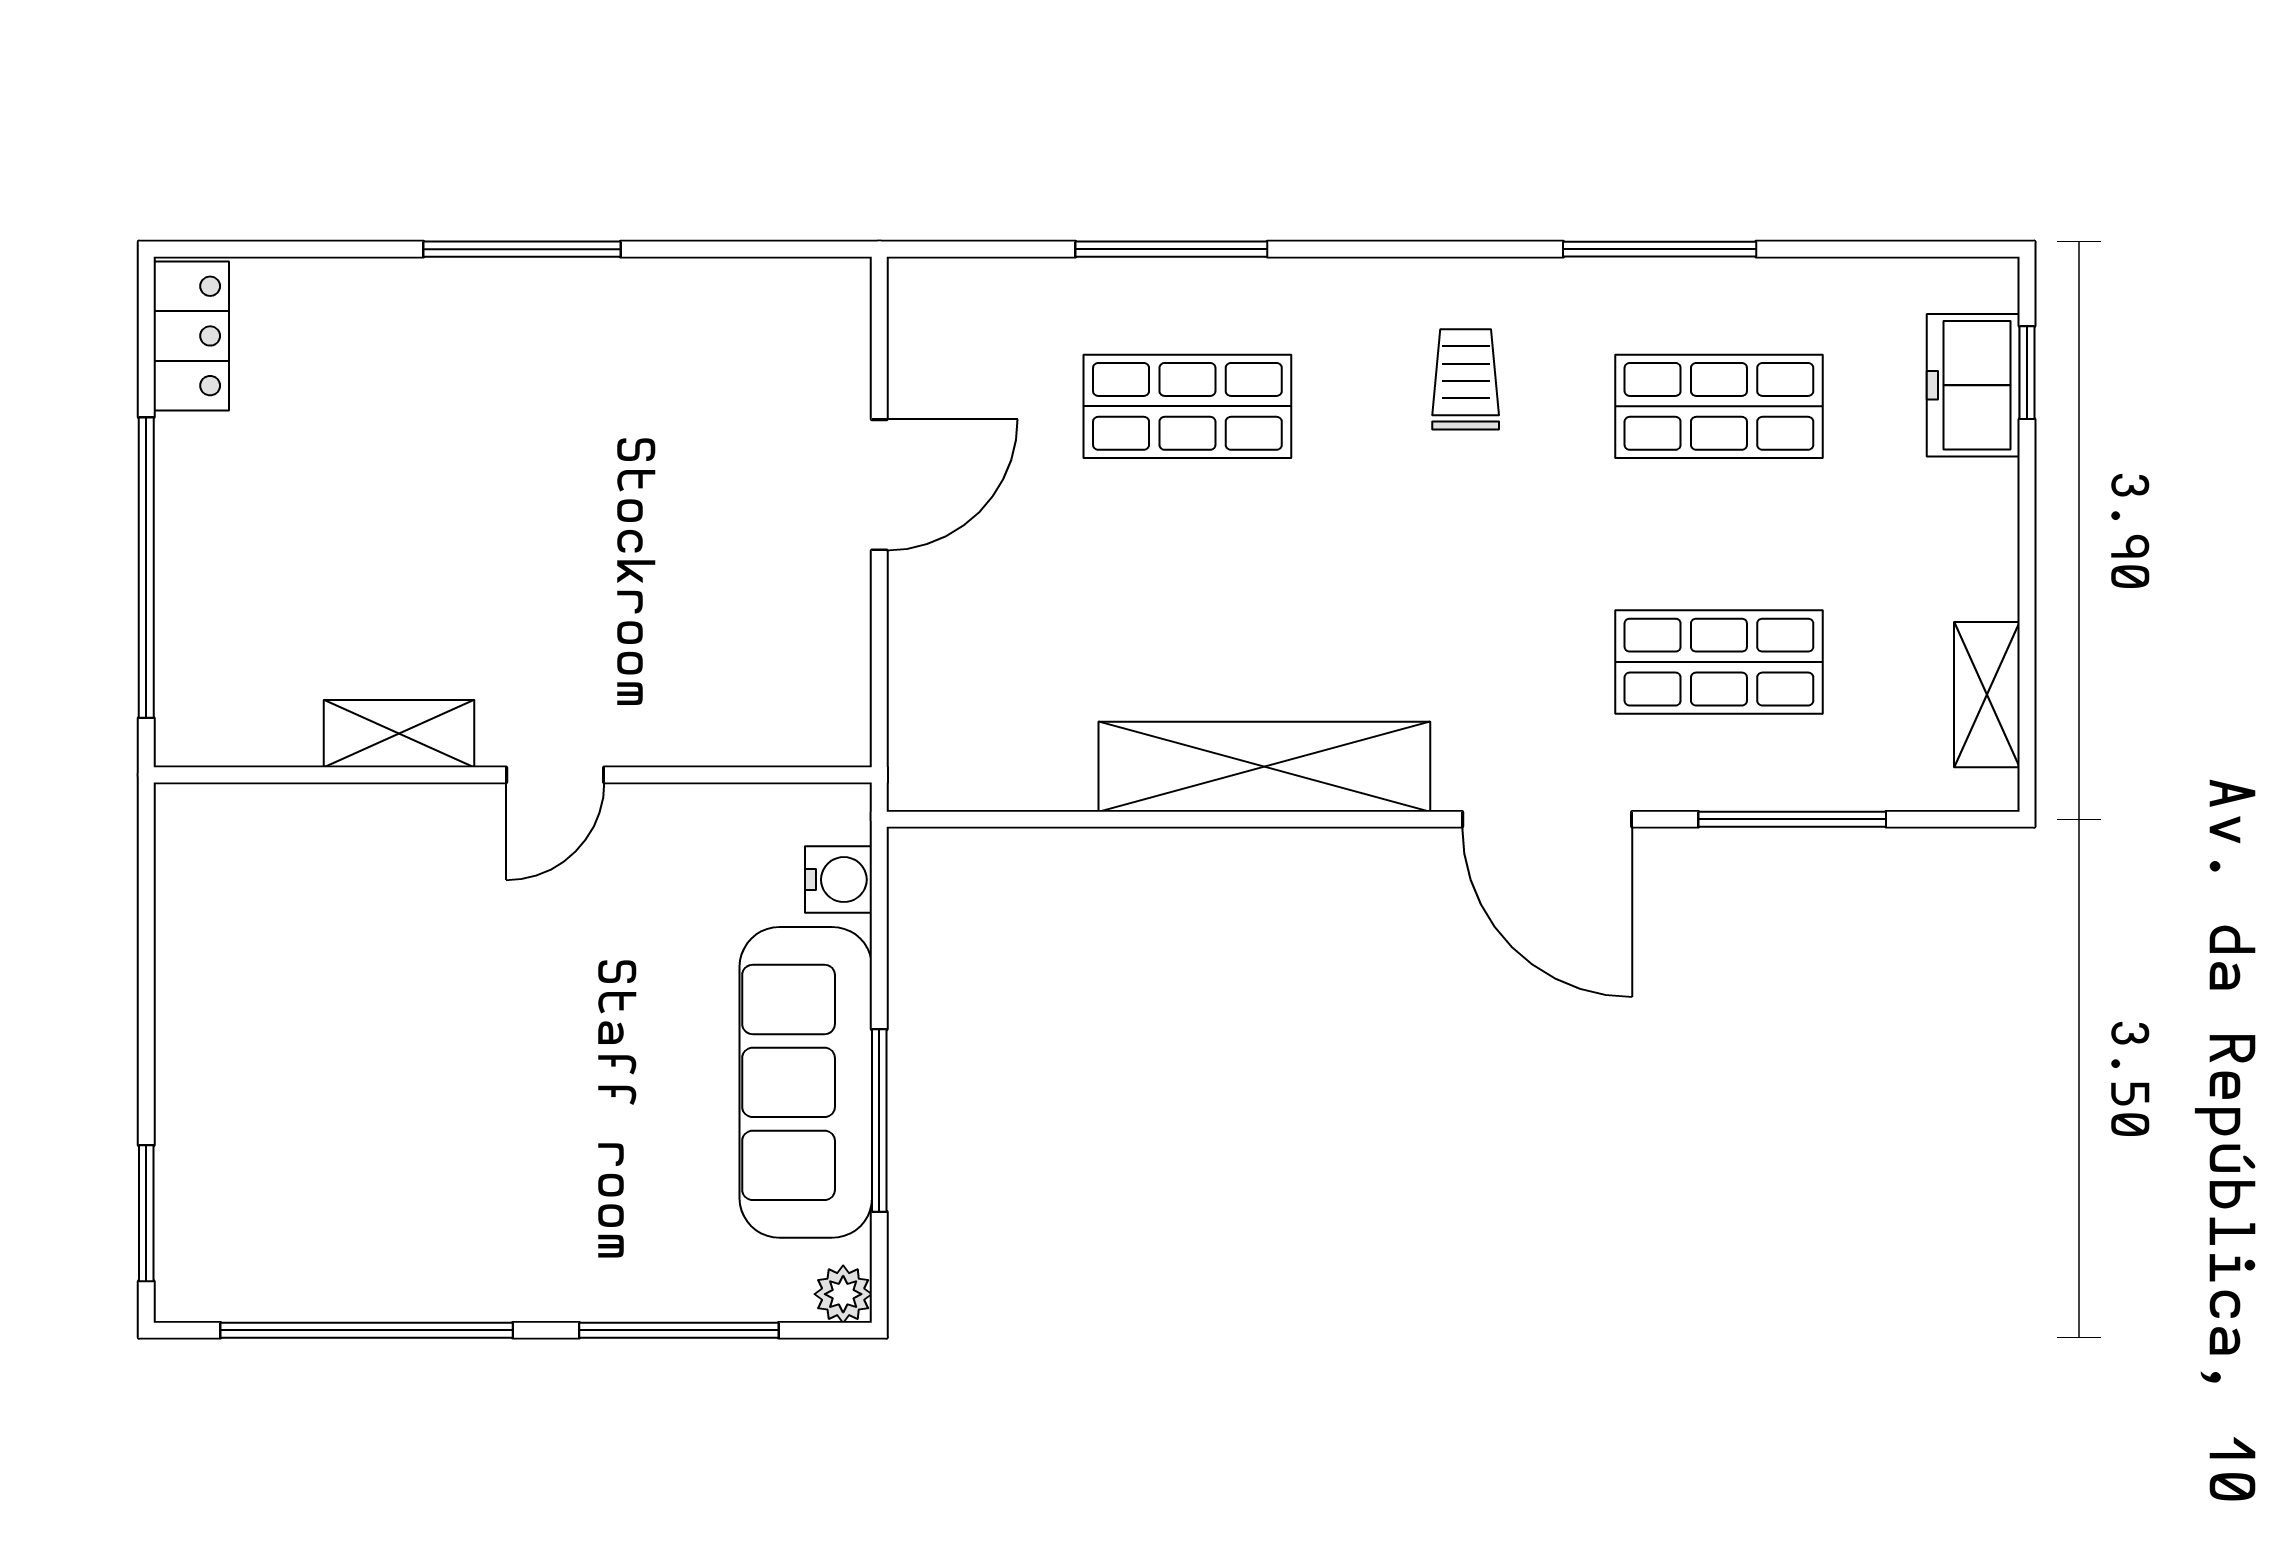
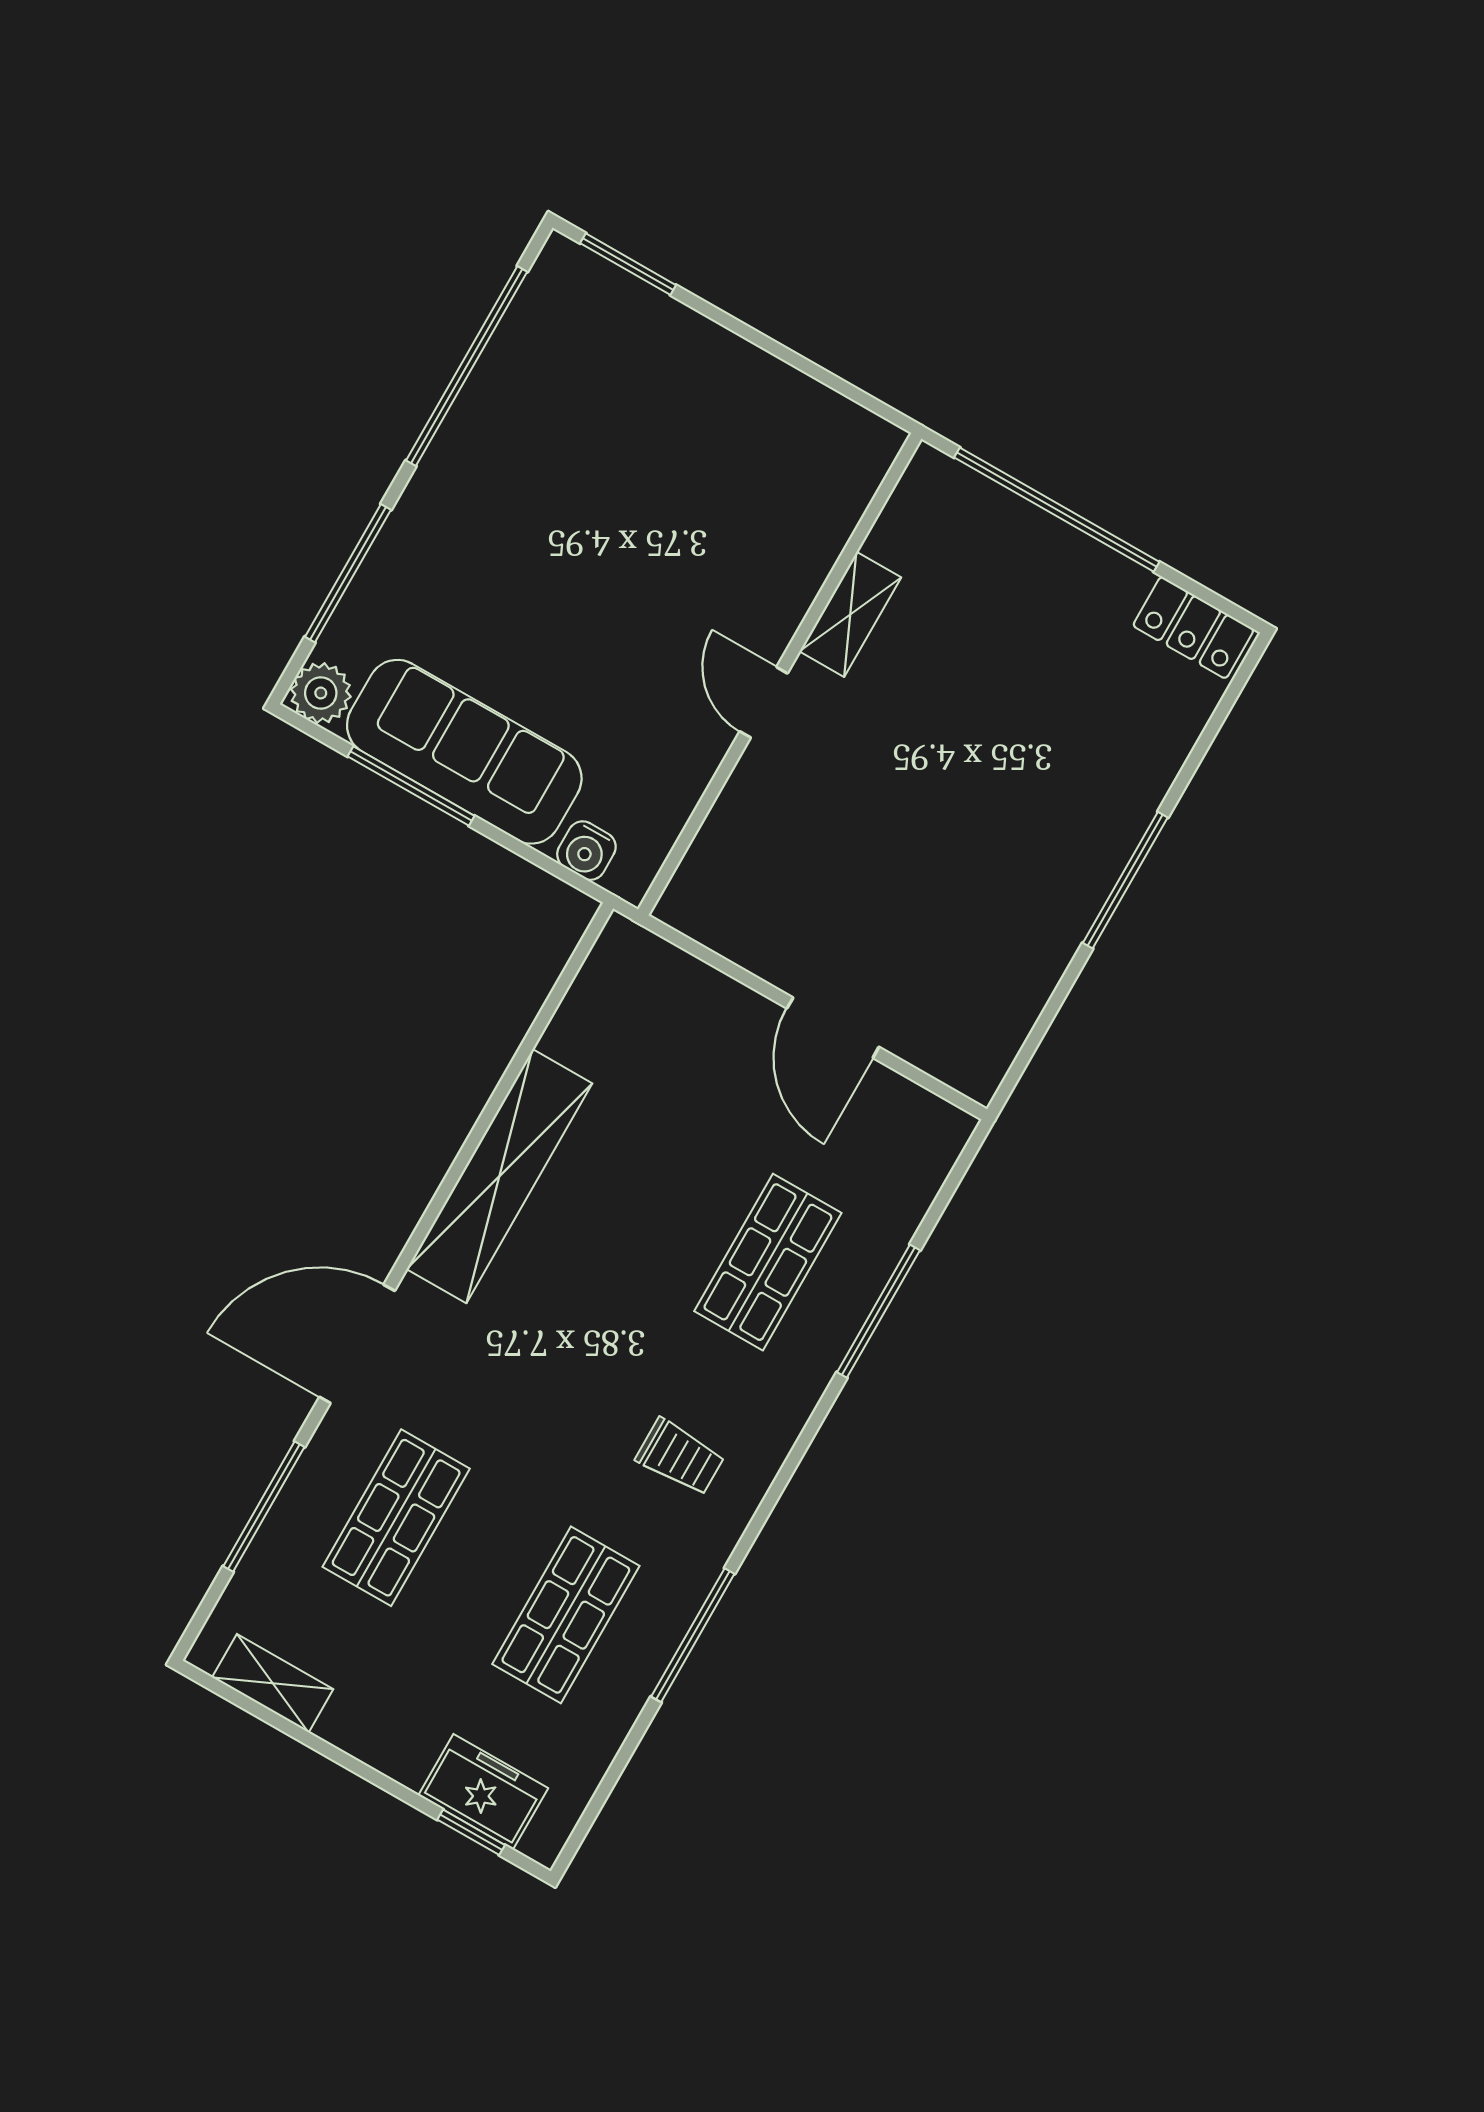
plant: (843, 1294) -> (321, 693), width x1.38, depth x1.38

